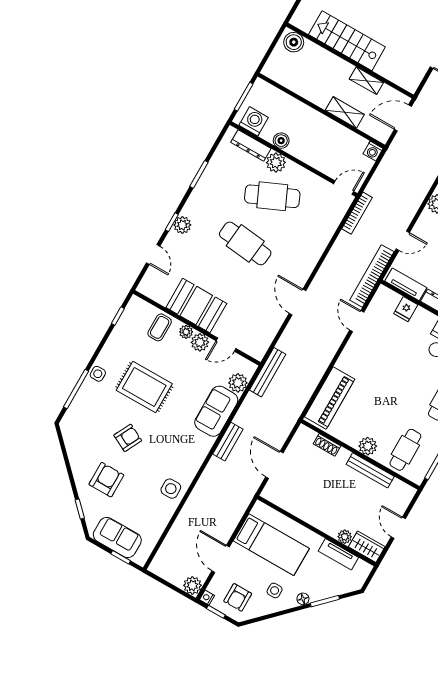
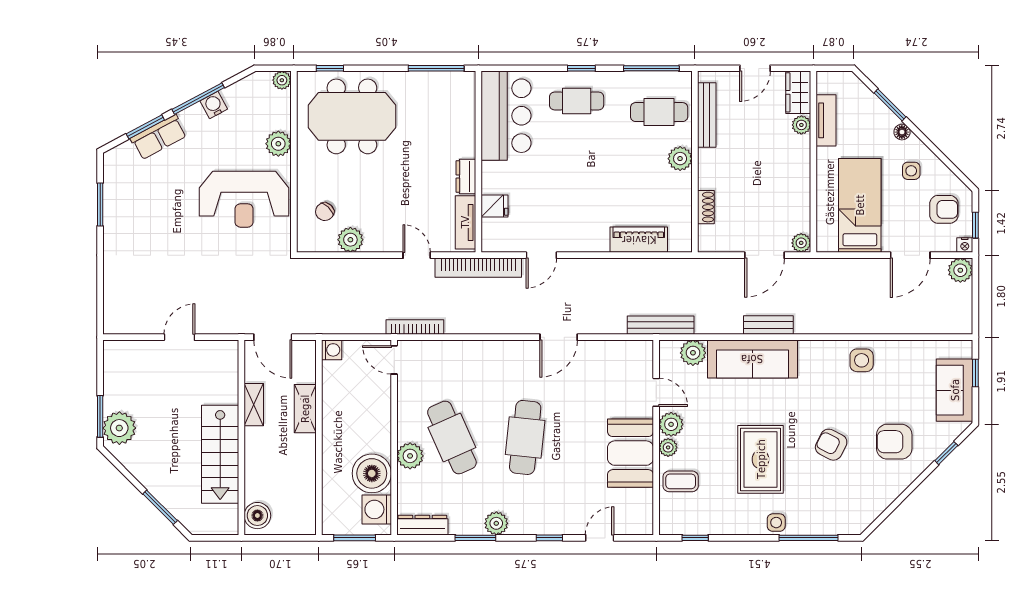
boiler: (281, 141) -> (372, 473), width x1.86, depth x1.86
dresser: (251, 145) -> (422, 525), moved, turned -90
plant: (182, 225) -> (496, 523), moved
piano: (330, 398) -> (639, 240), width x0.73, depth x0.75
sofa: (216, 411) -> (752, 359), width x1.36
bench: (370, 470) -> (707, 115), moved
plant: (269, 493) -> (801, 243), added

